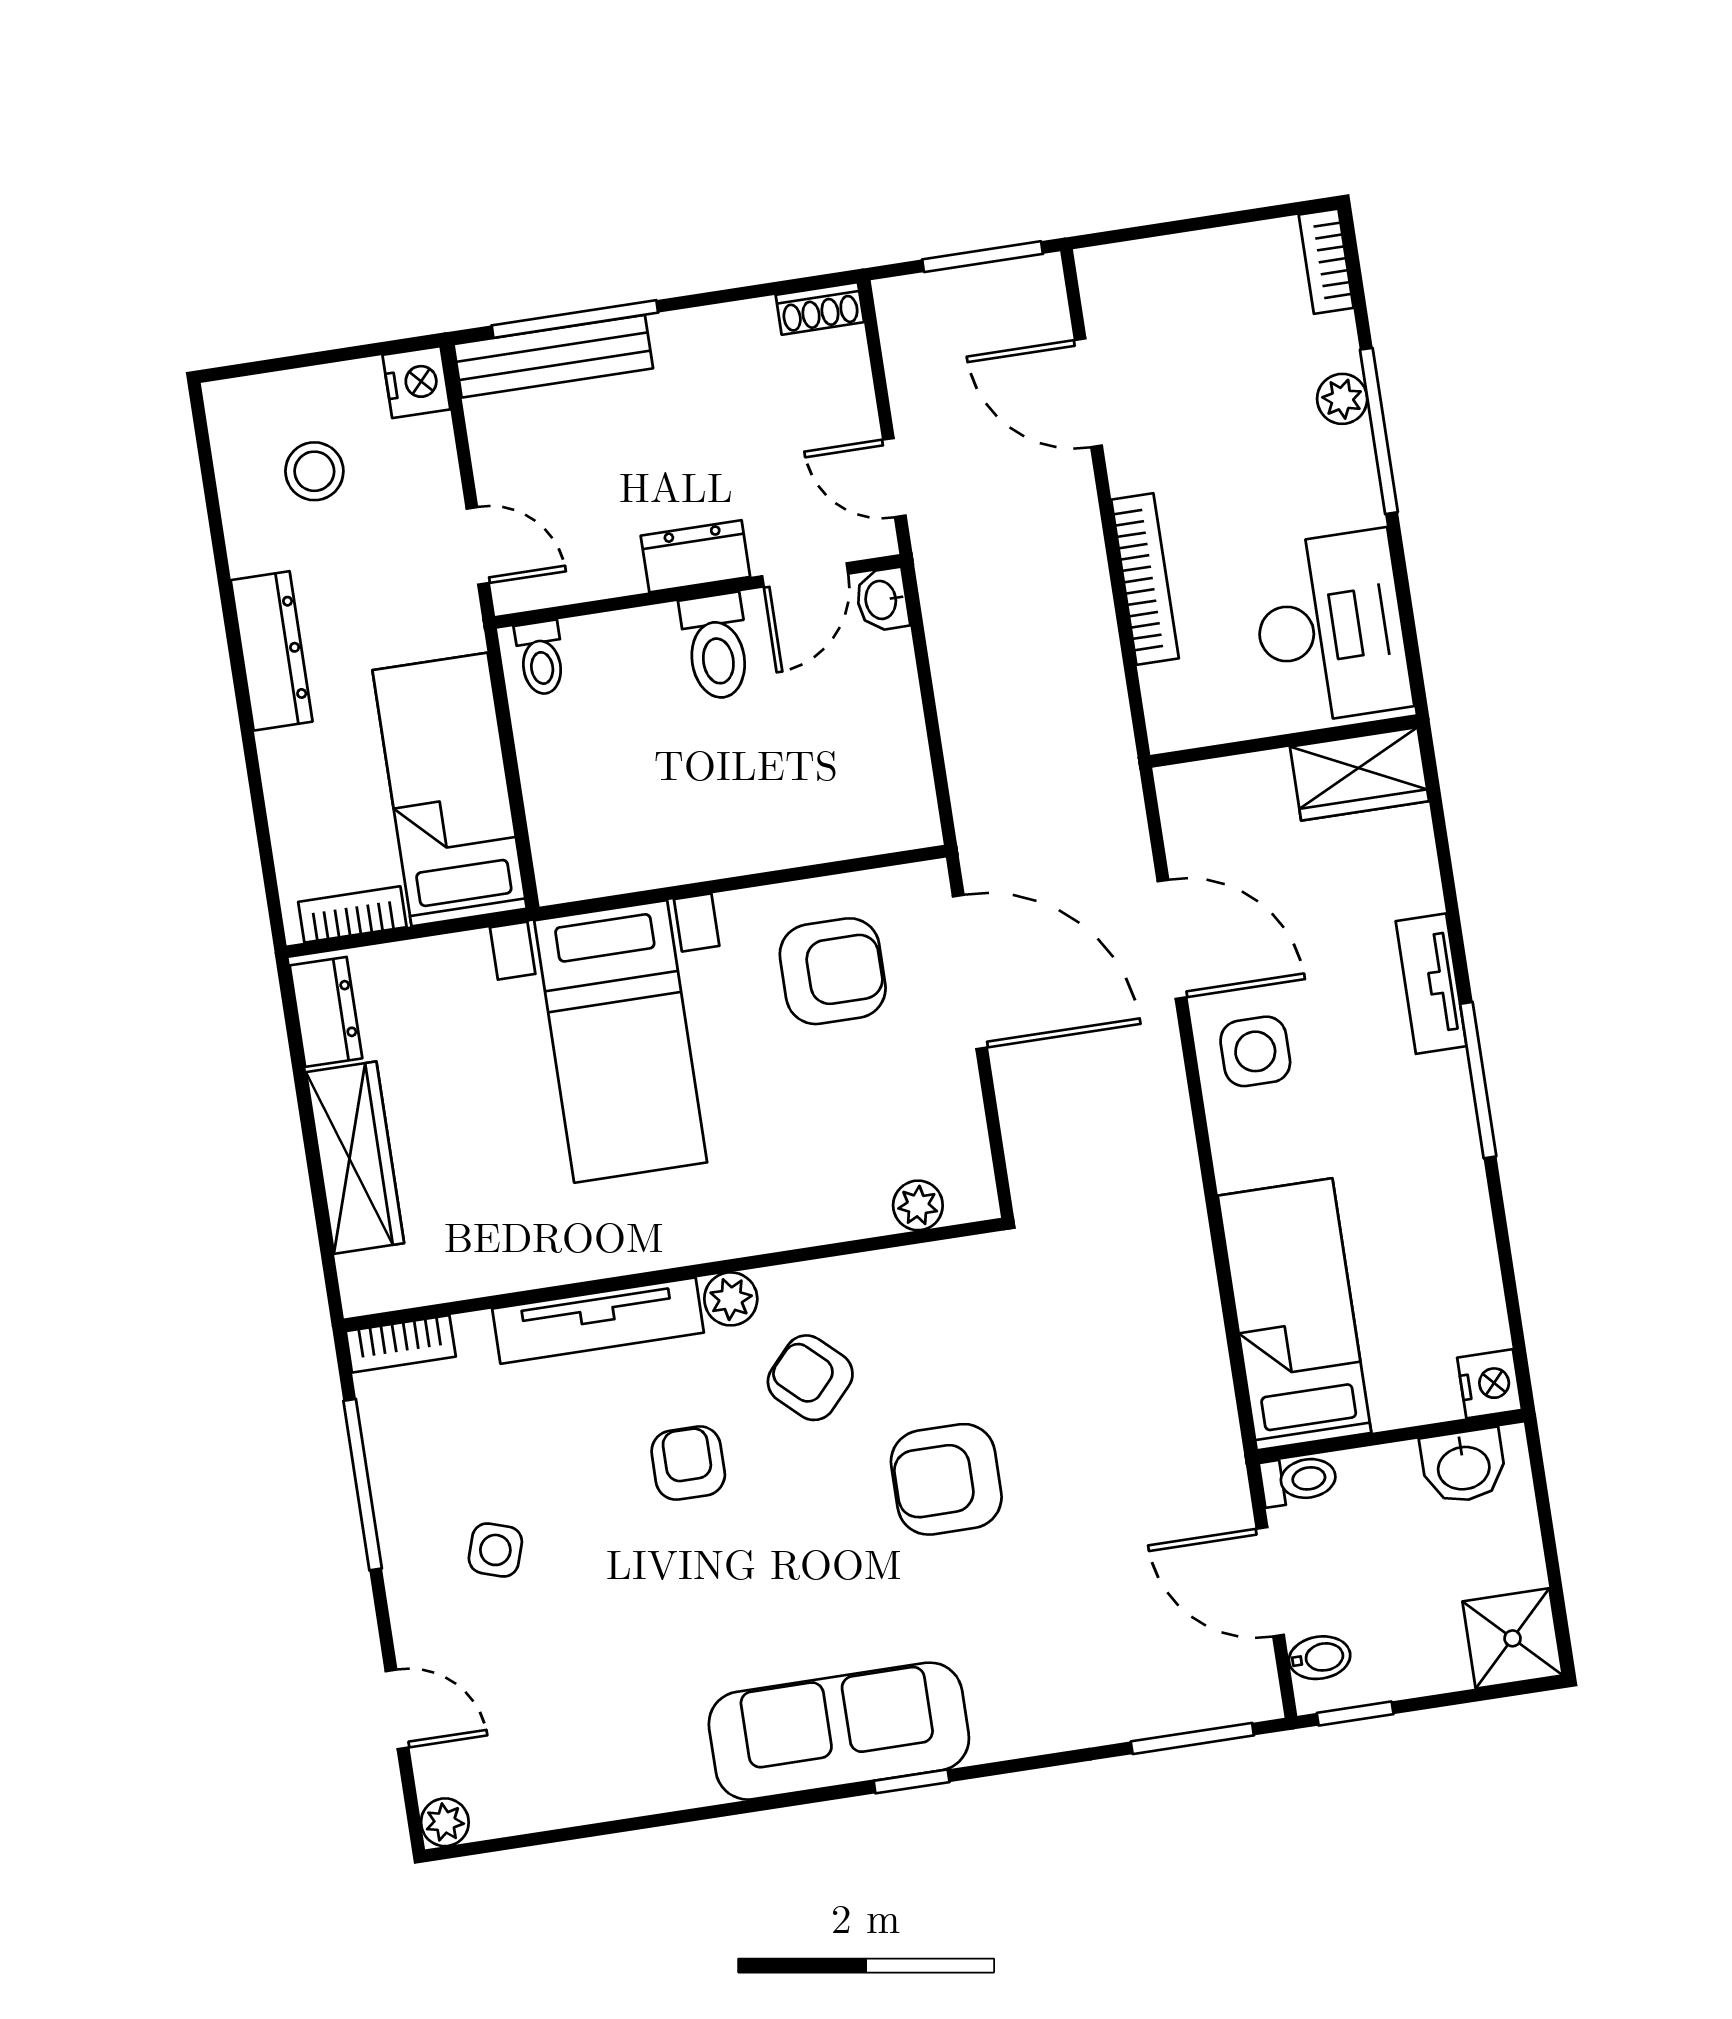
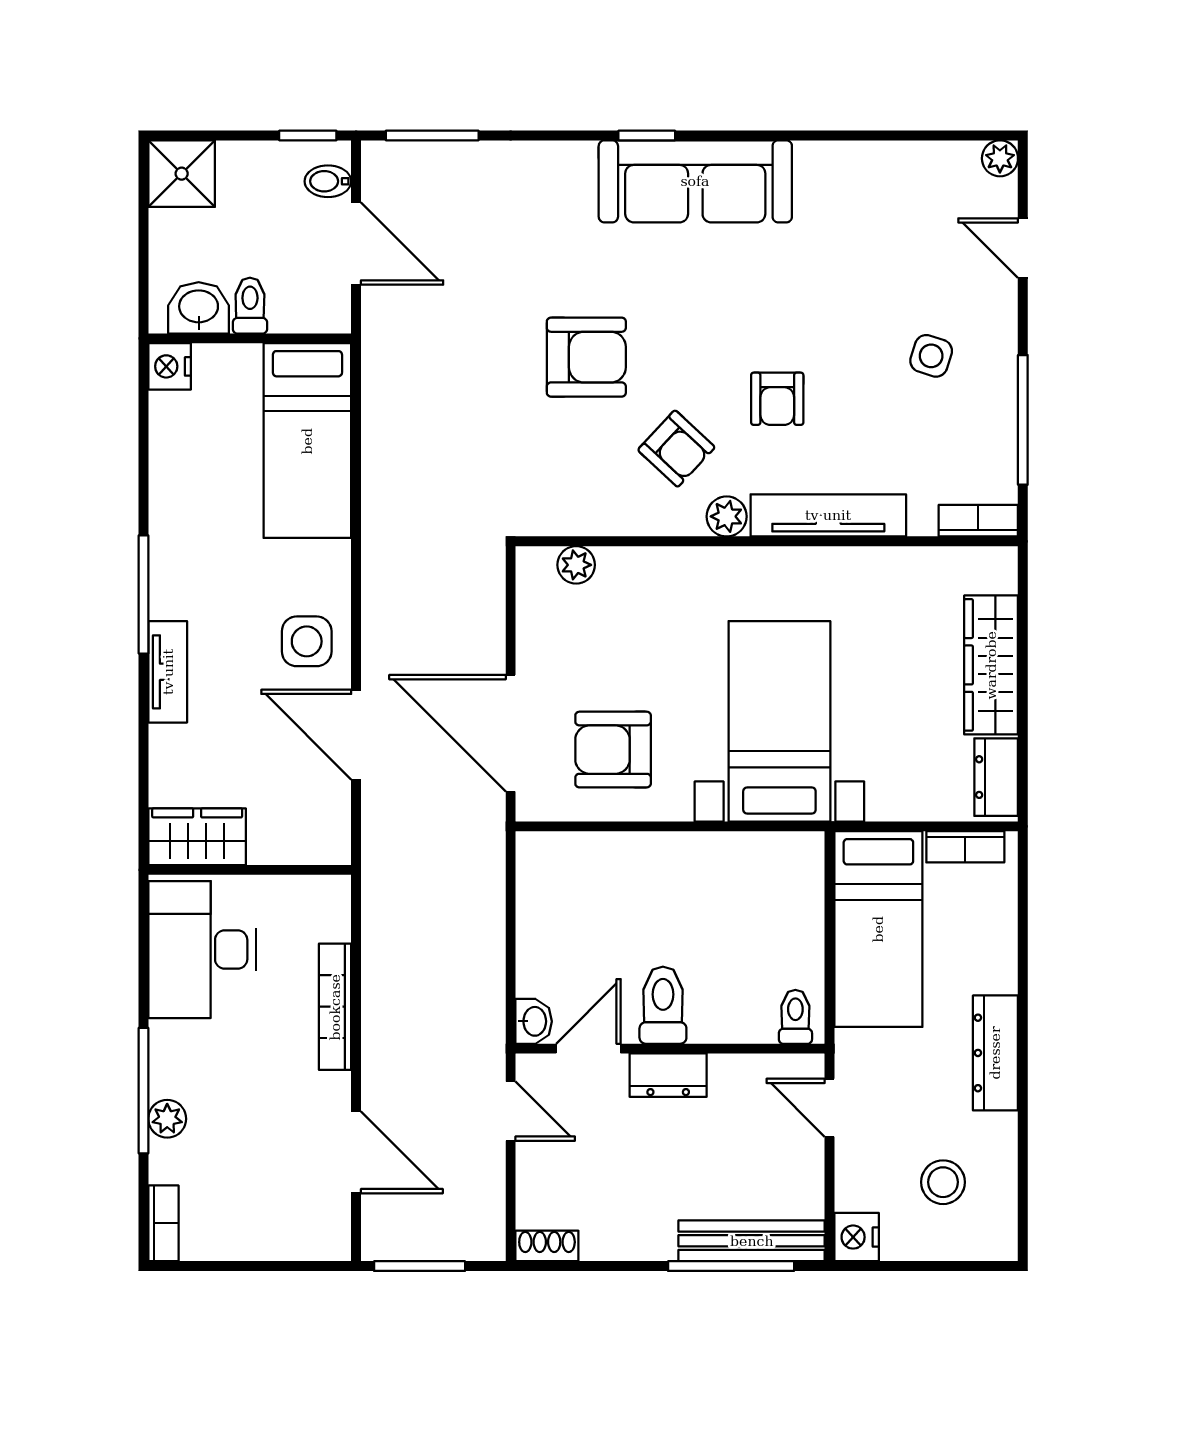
toilet: (1299, 1480) -> (250, 306), moved, turned 90

